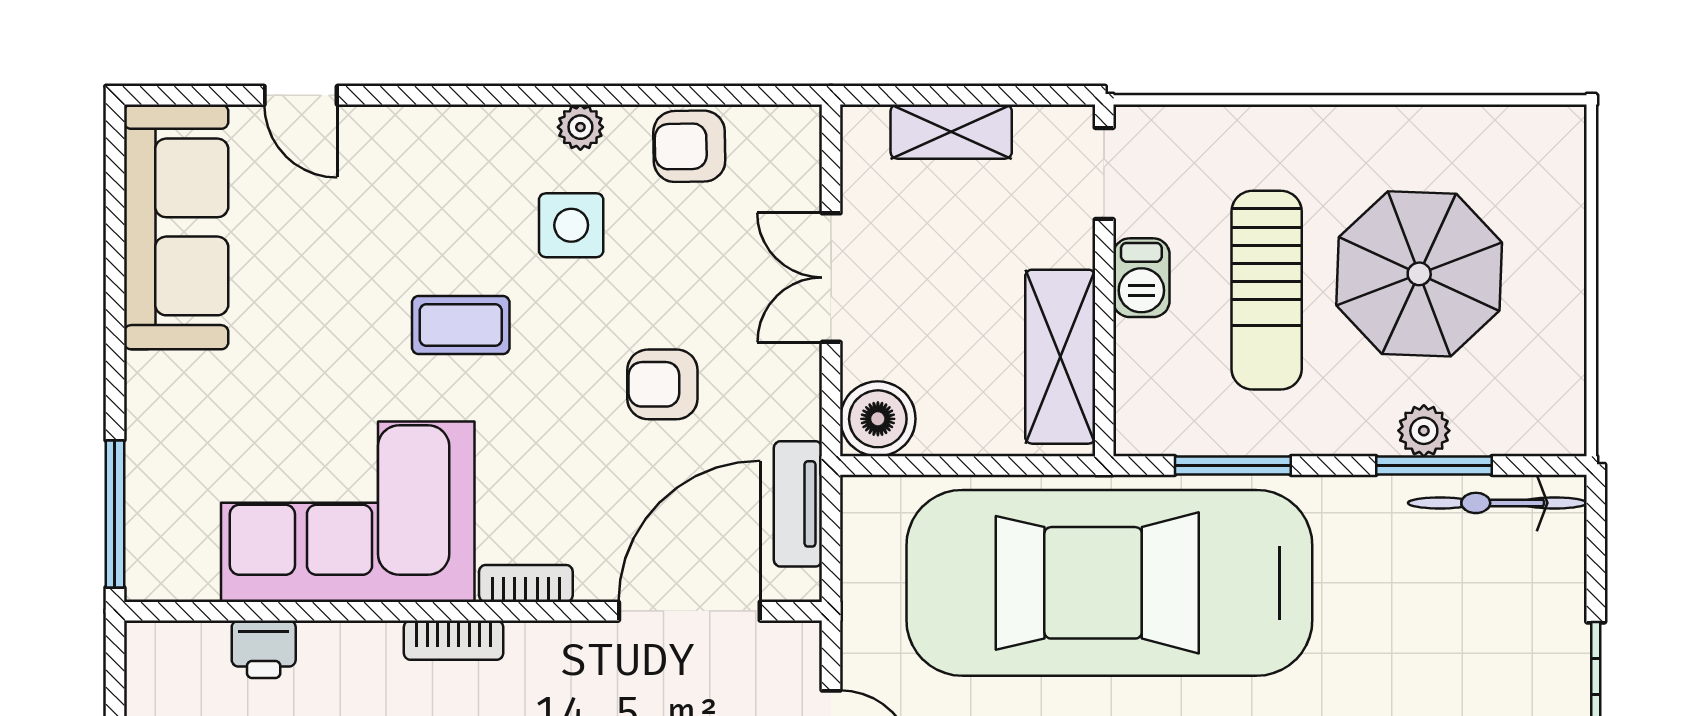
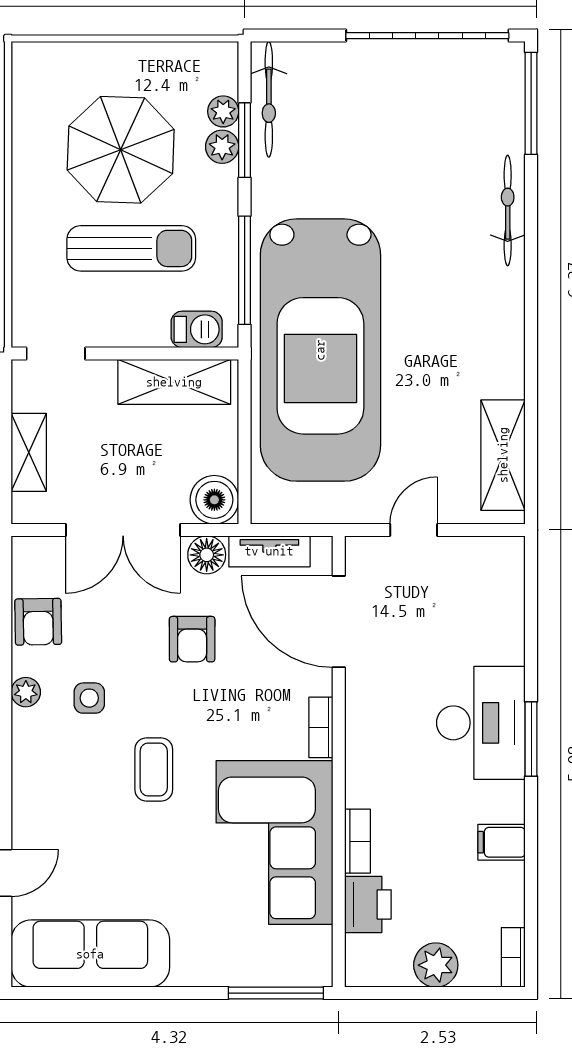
side table: (571, 225) -> (89, 698), width x0.73, depth x0.73
double door: (831, 278) -> (123, 530), width x1.37
barbecue: (1141, 278) -> (197, 329), moved
floor lamp: (793, 407) -> (207, 555), added
plant: (1478, 432) -> (223, 111), added
window: (1233, 466) -> (245, 270), width x1.44
bookcase: (454, 640) -> (357, 841), moved
printer: (264, 649) -> (368, 904), width x1.36, depth x1.24

